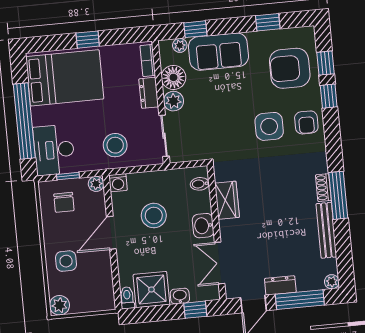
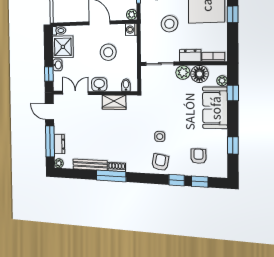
armchair: (290, 68) -> (198, 156), width x0.53, depth x0.53
armchair: (306, 122) -> (160, 162), turned 100
side table: (269, 126) -> (160, 137), width x0.54, depth x0.54
stool: (115, 145) -> (169, 24), moved
dresser: (280, 285) -> (59, 144), moved

